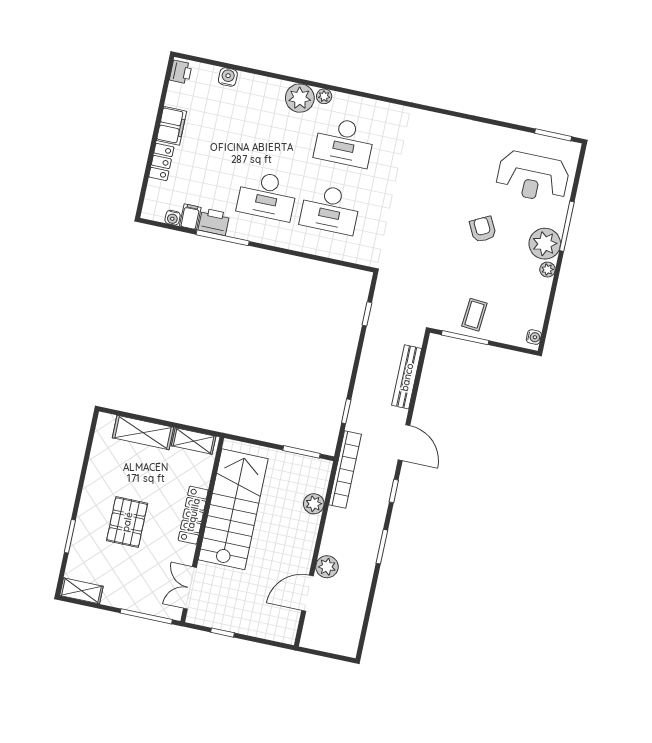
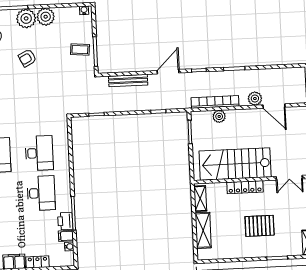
plant: (547, 270) -> (46, 17), width x1.88, depth x1.88
bookcase: (345, 470) -> (215, 102), moved

